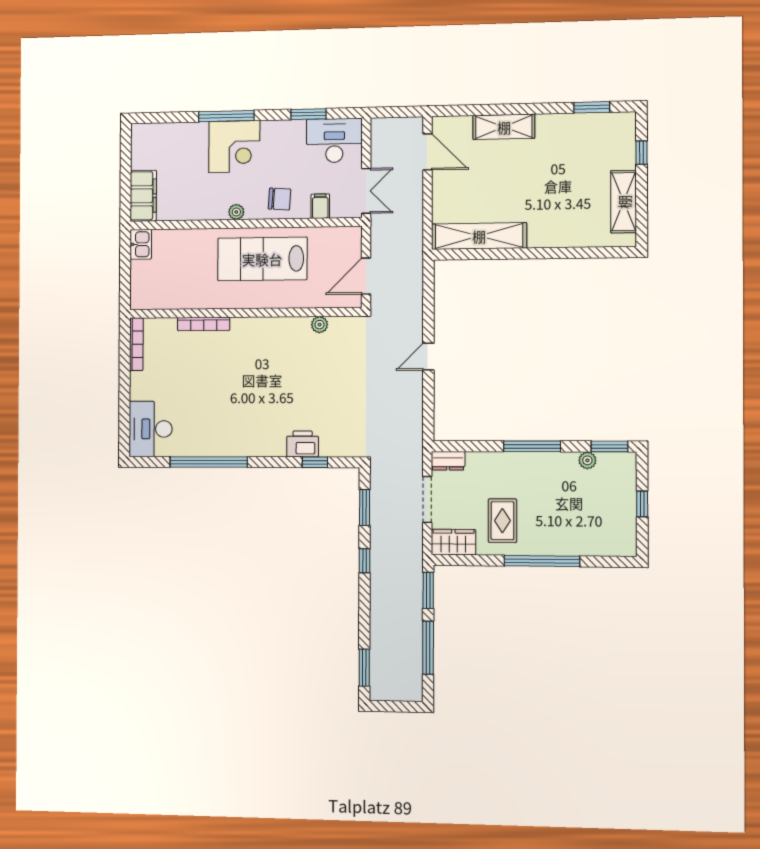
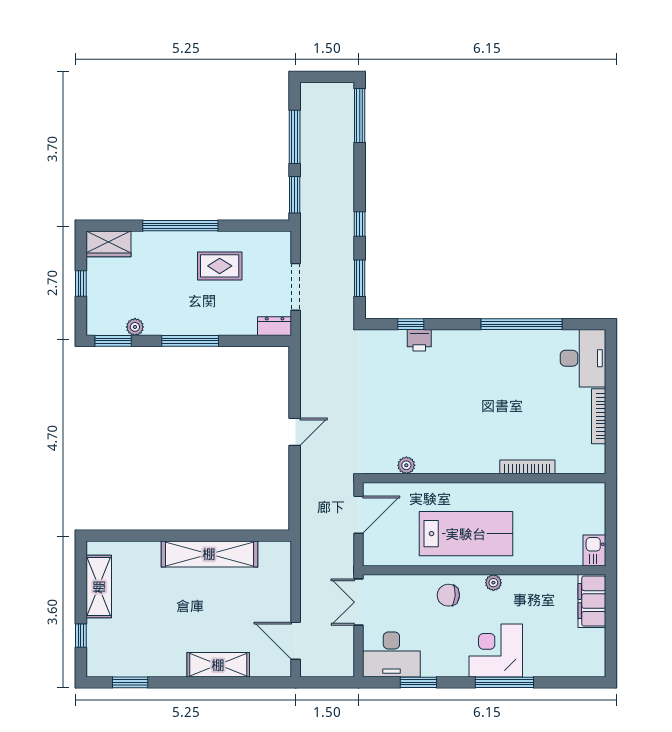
filing cabinet: (320, 206) -> (406, 587), removed
shelving: (479, 236) -> (209, 554), moved
bookcase: (136, 344) -> (599, 416), moved
printer: (303, 444) -> (419, 340), width x0.73, depth x0.81
rug: (502, 521) -> (220, 266), turned 90
wardrobe: (453, 542) -> (109, 244), moved
window: (364, 668) -> (360, 116), width x1.44

